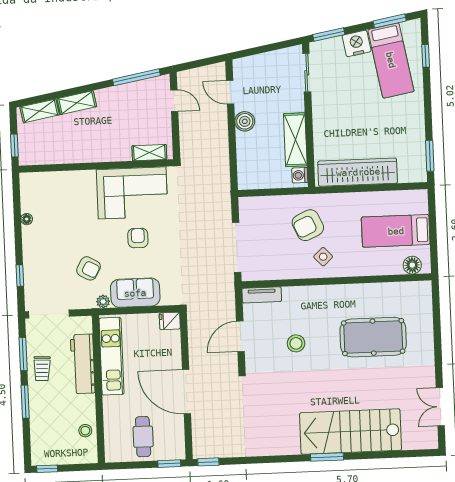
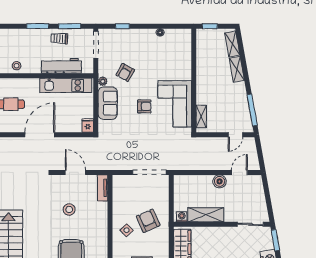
doorway: (237, 247) -> (149, 172), moved

